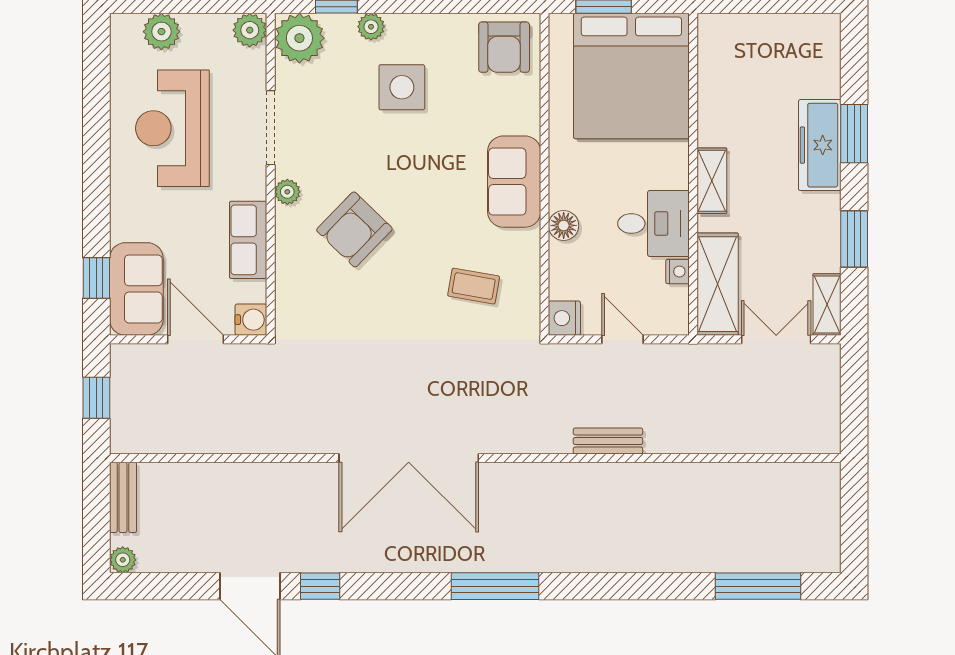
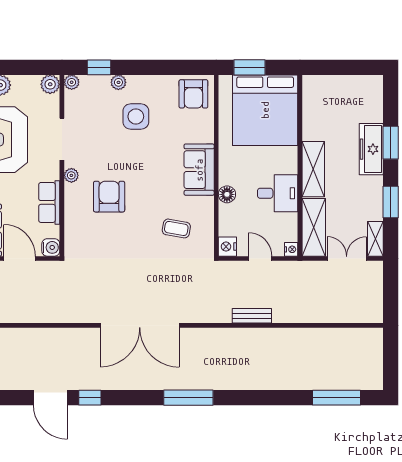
plant: (299, 38) -> (72, 82), width x0.53, depth x0.53
shelving: (712, 181) -> (313, 169), width x1.50, depth x1.33
armchair: (354, 229) -> (109, 197), turned 136
nightstand: (677, 272) -> (291, 249), moved

